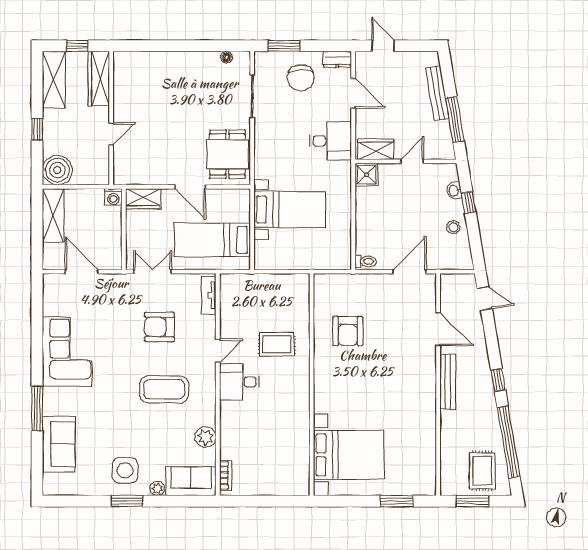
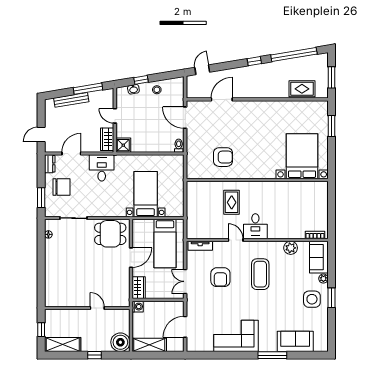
wardrobe: (99, 79) -> (62, 316), removed
bench: (448, 382) -> (255, 93), removed
rug: (482, 471) -> (302, 89), moved

